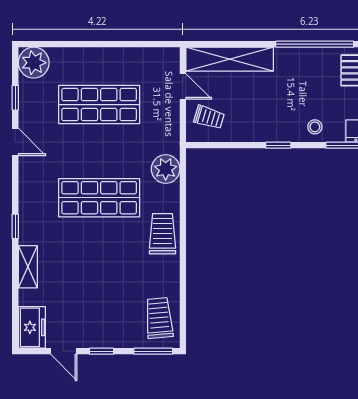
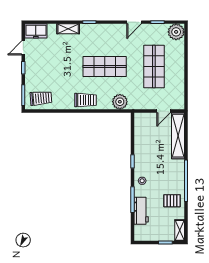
trolley: (209, 117) -> (147, 125), removed
shop shelf: (99, 198) -> (105, 67), turned 90

